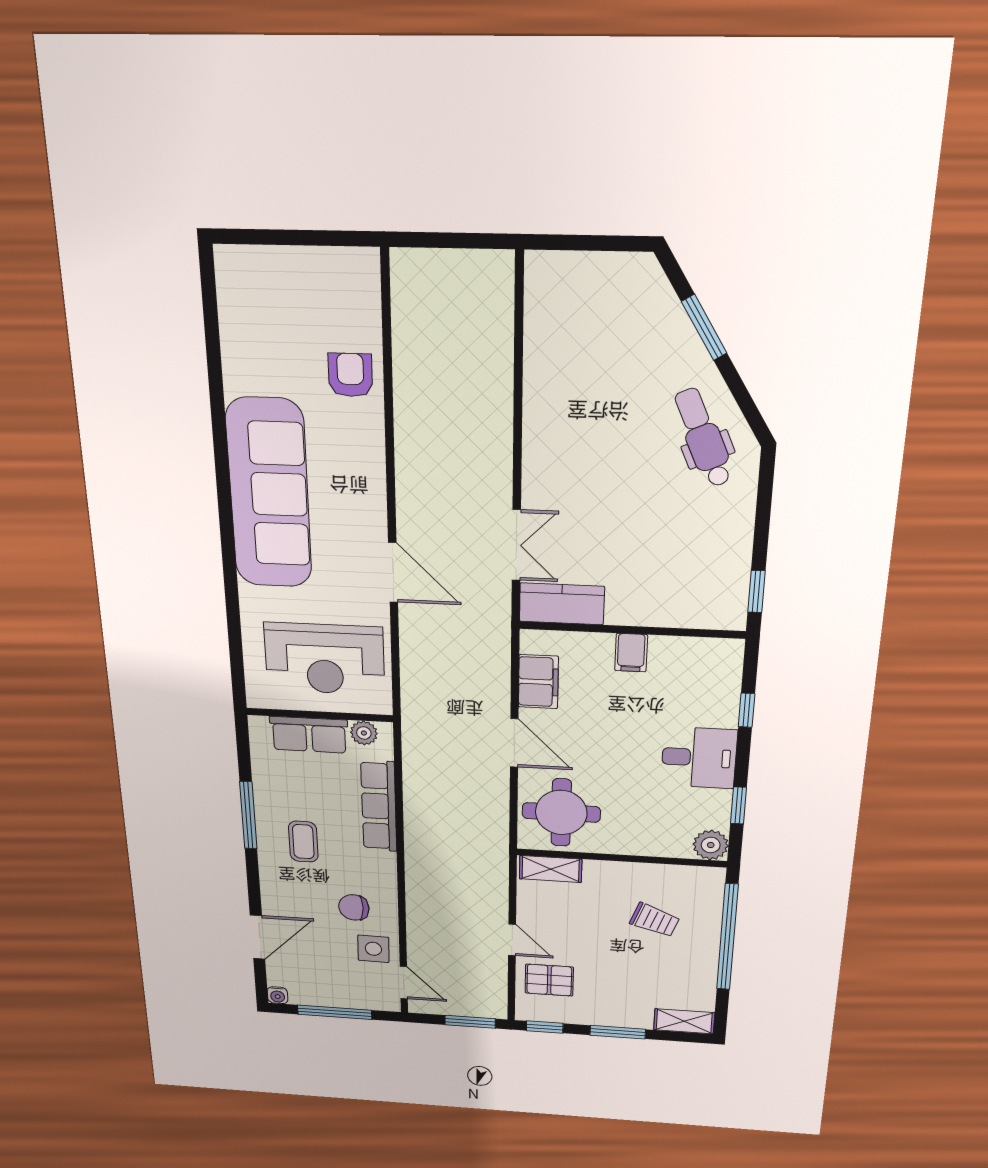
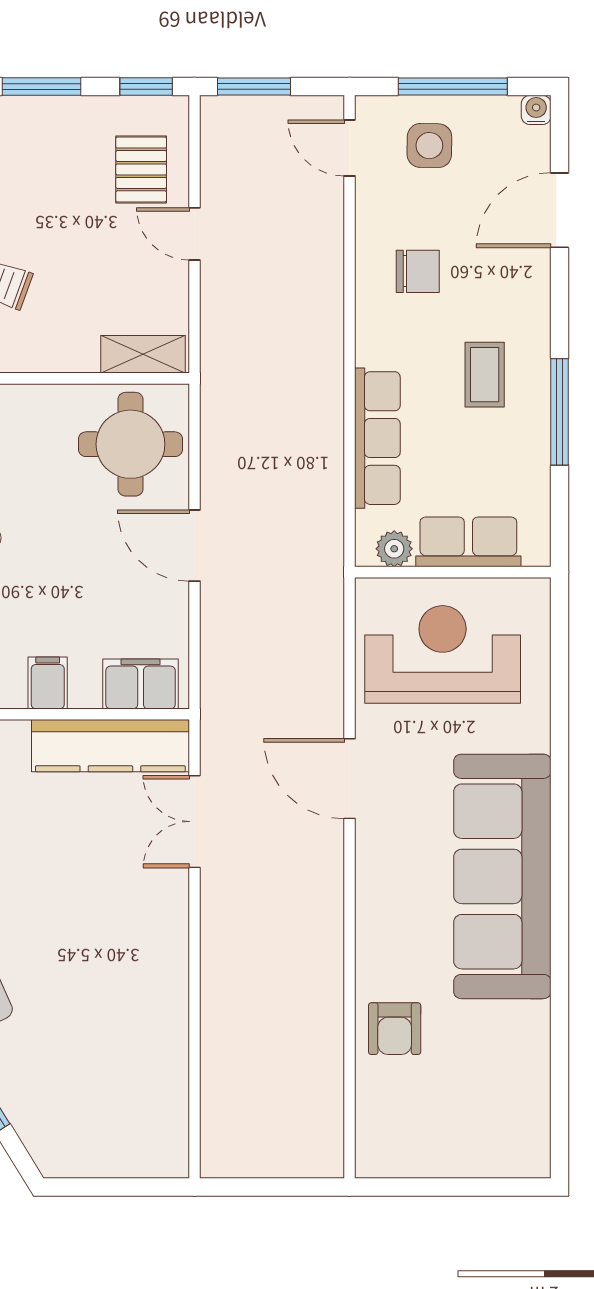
kitchen counter: (562, 604) -> (110, 746), width x1.50
filing cabinet: (538, 682) -> (141, 684), moved, turned 90
side table: (373, 949) -> (429, 146), moved
pallet: (549, 980) -> (141, 169), turned 90

